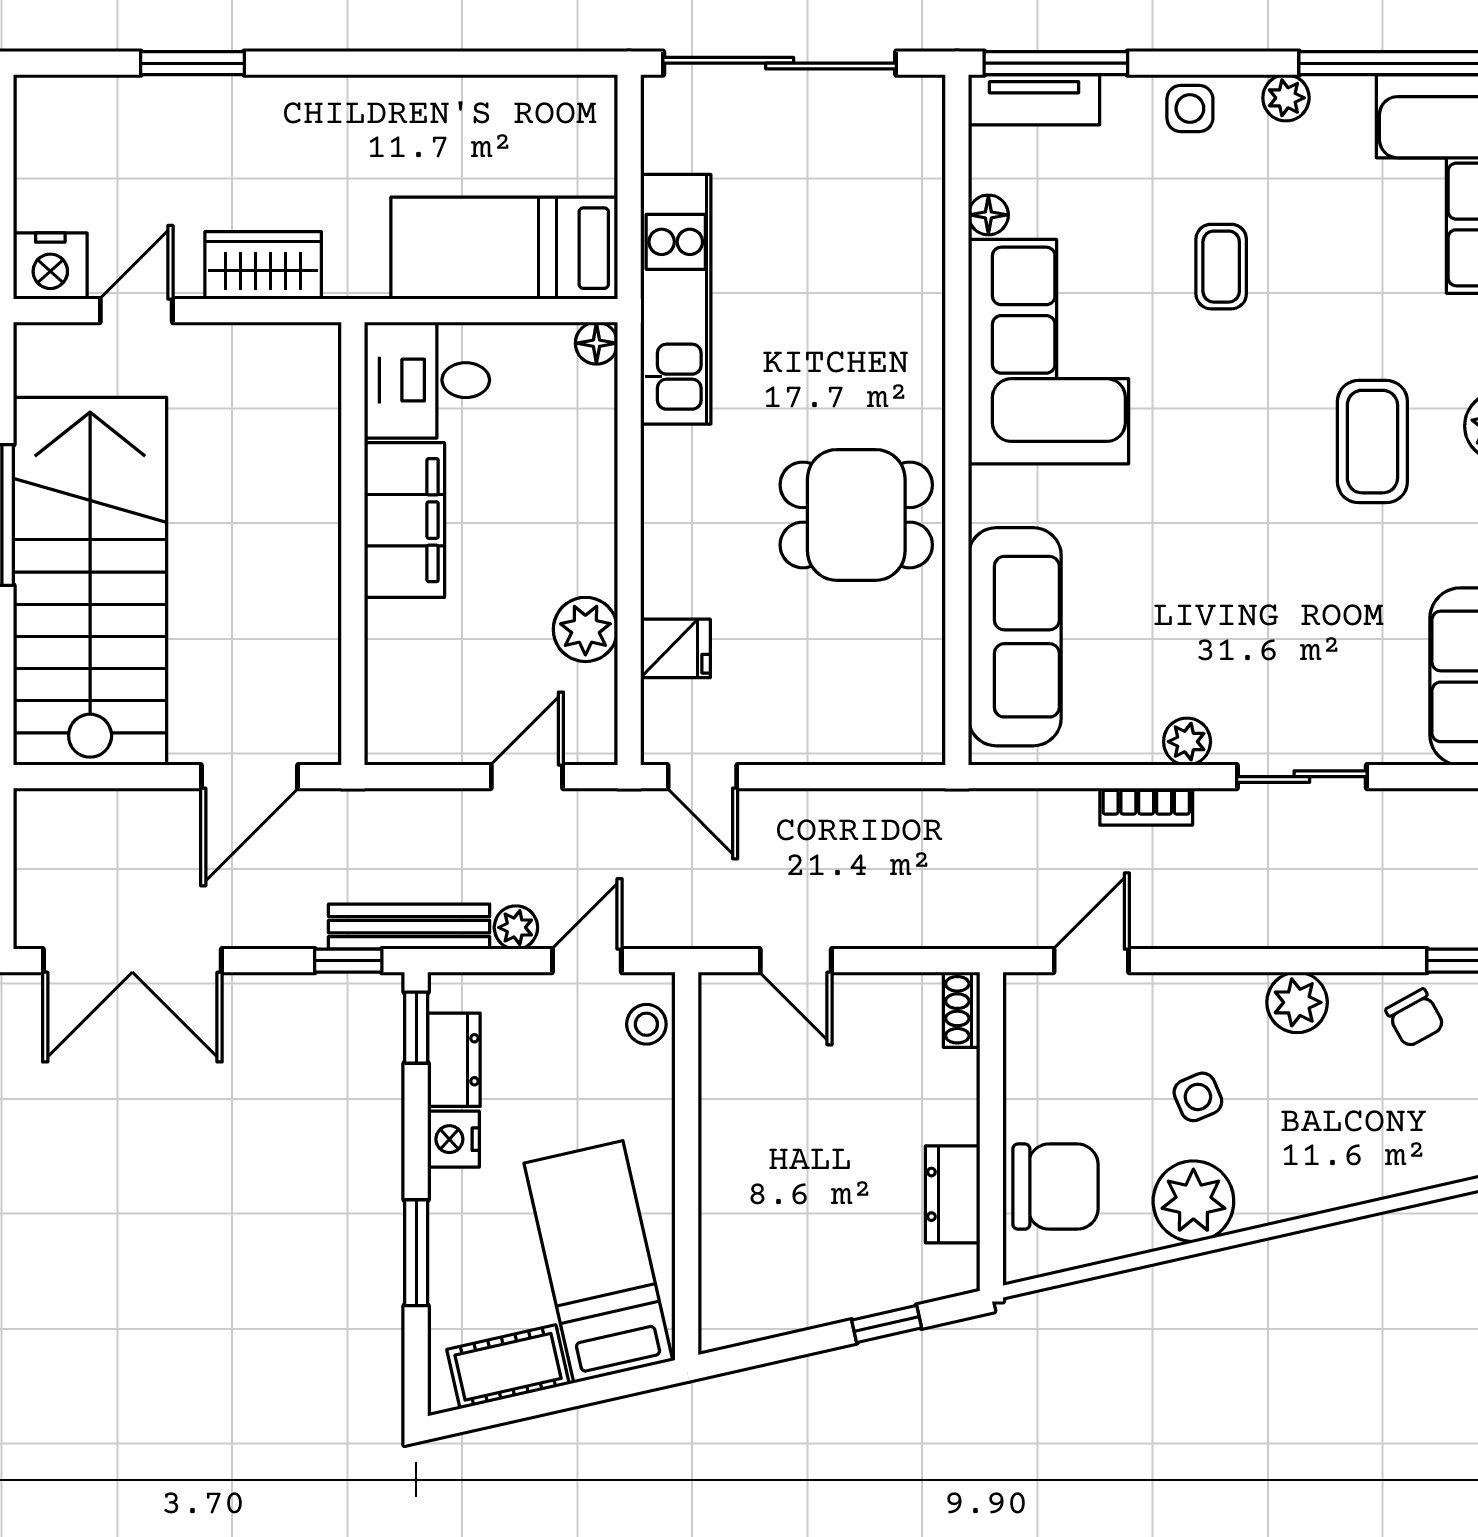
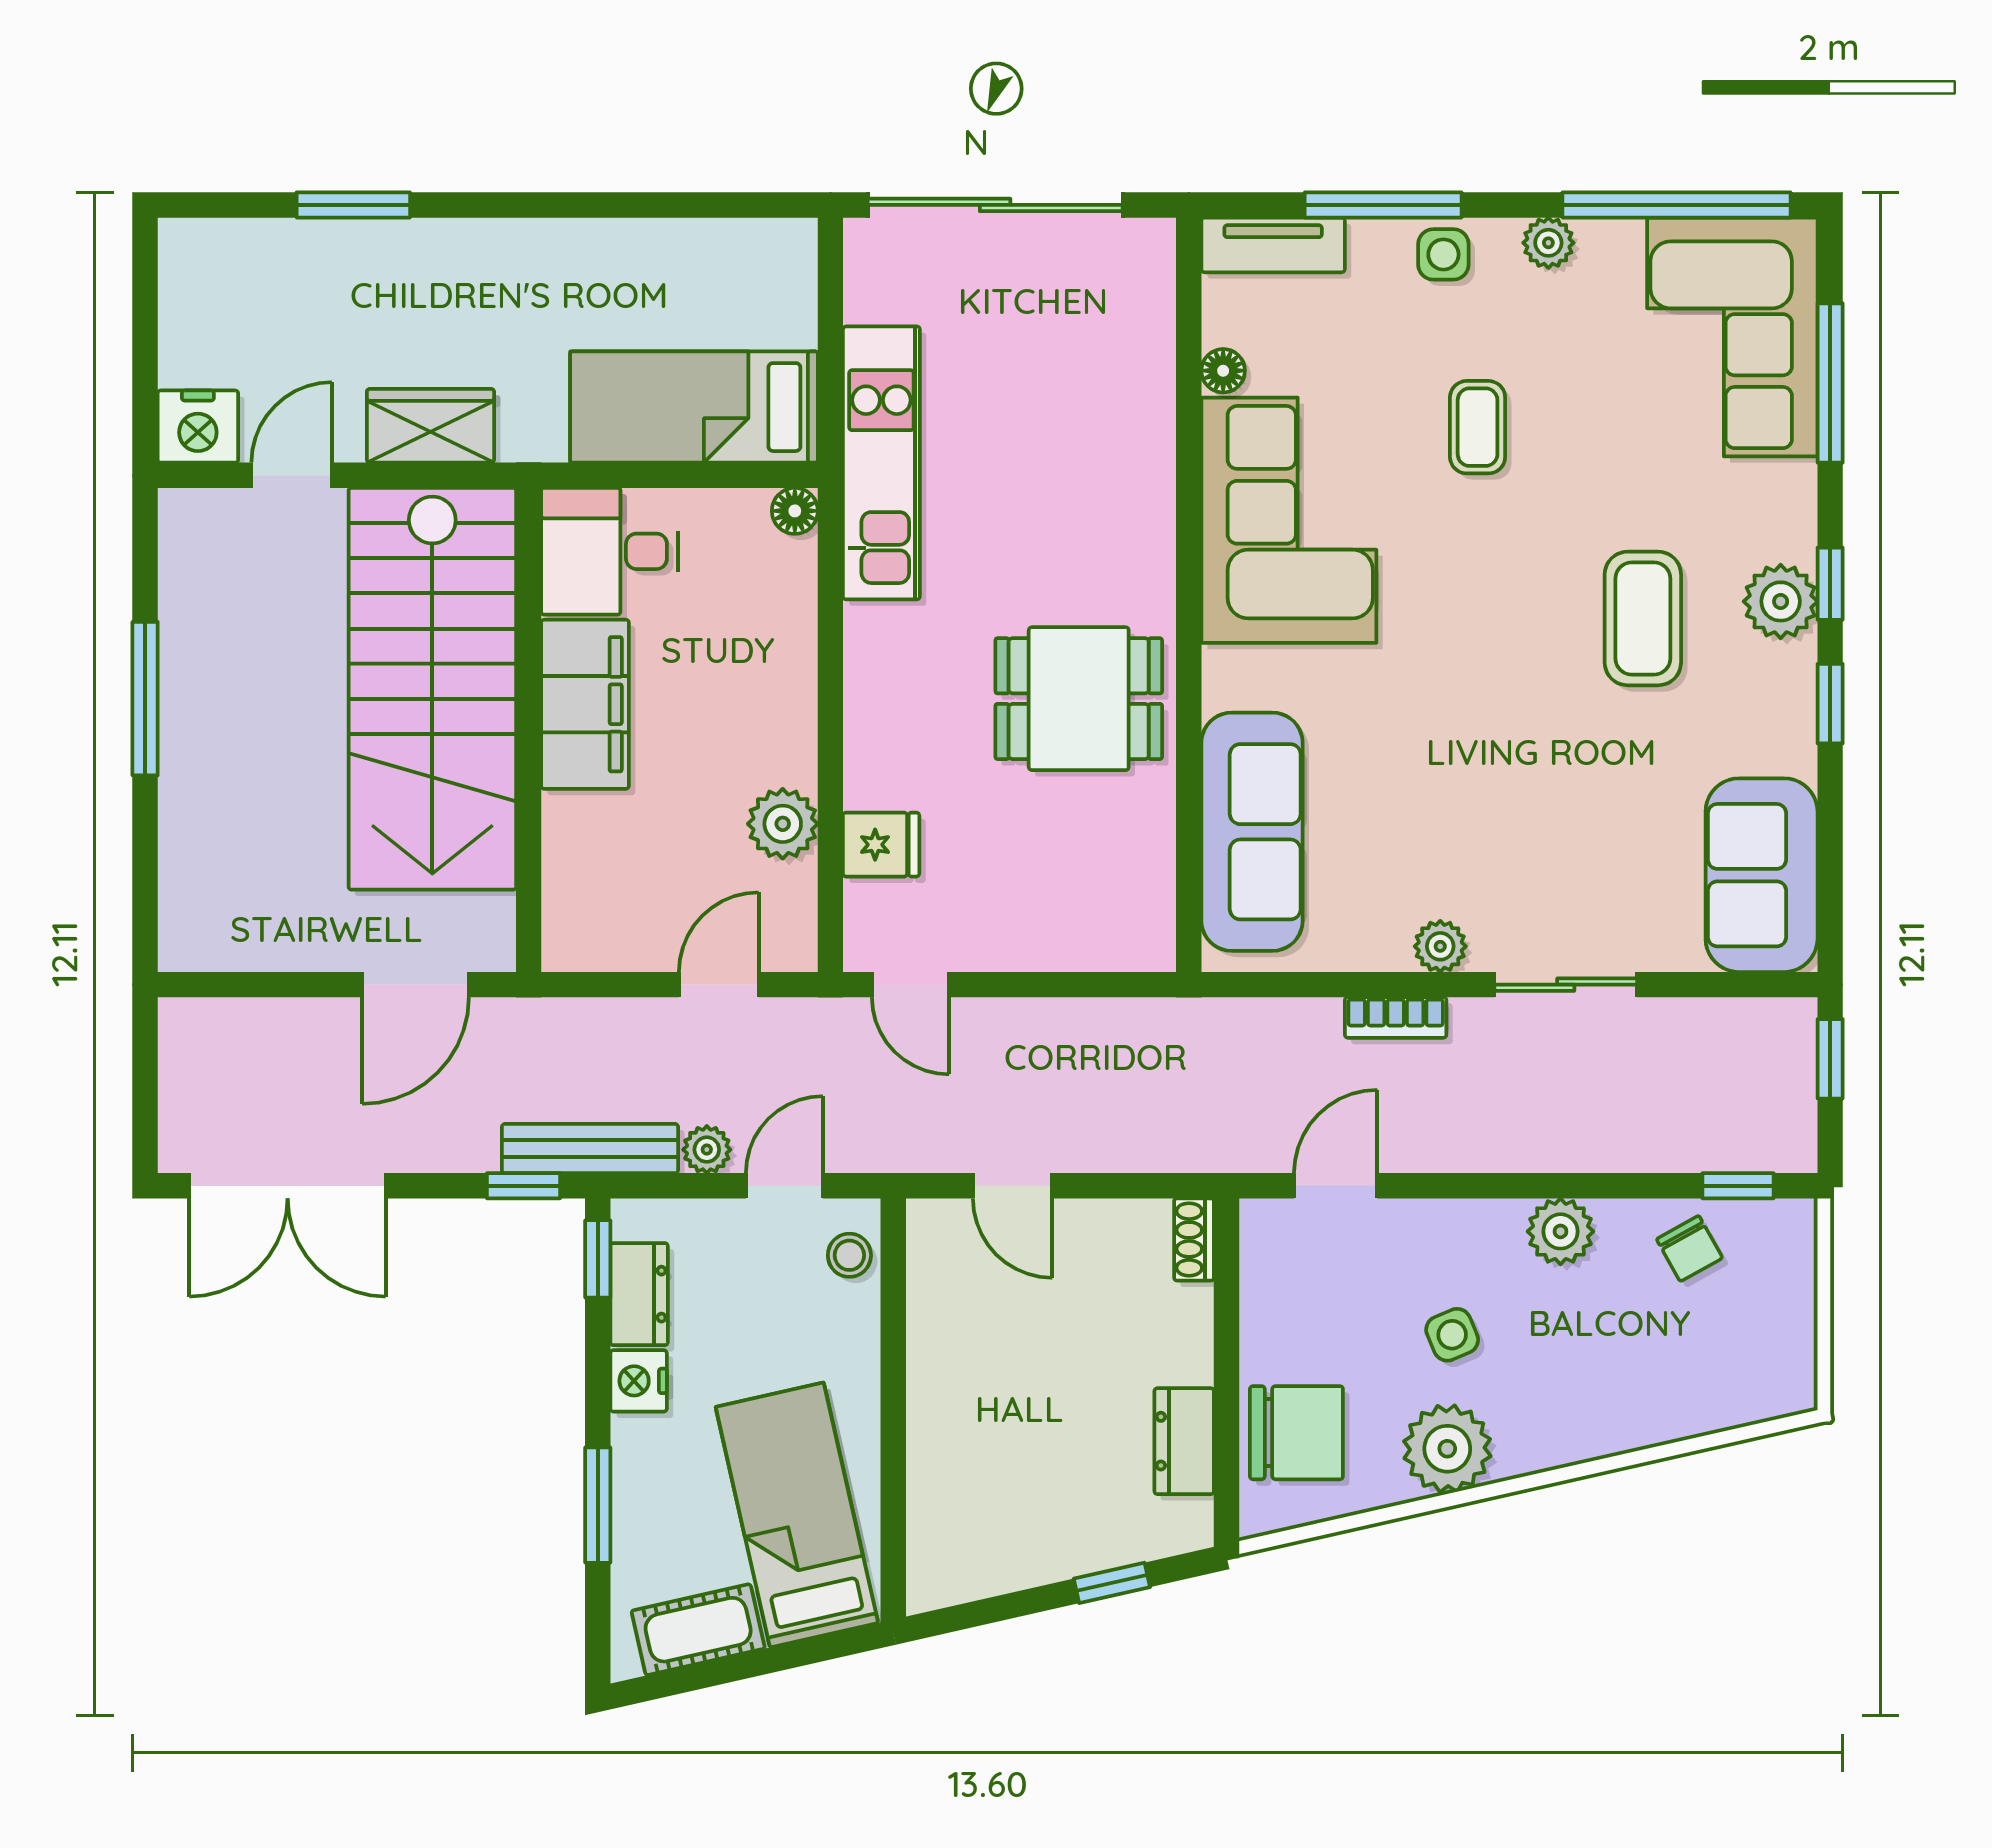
window: (1056, 63) -> (1383, 205), moved
stairs: (90, 581) -> (432, 689), moved, turned 180

